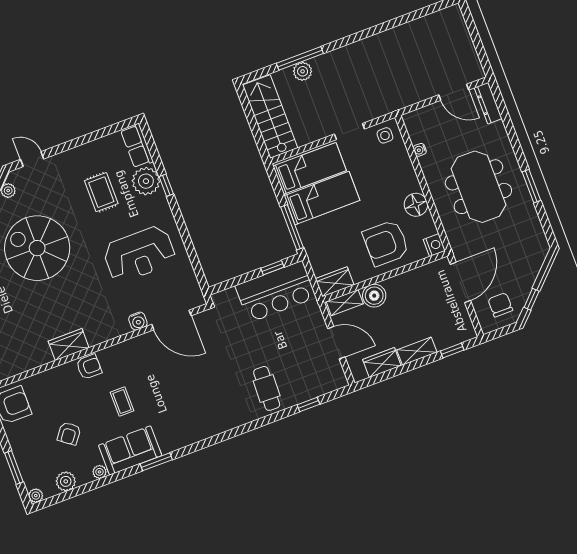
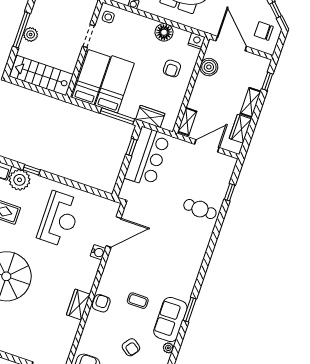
armchair: (386, 243) -> (172, 68), width x0.53, depth x0.53
wardrobe: (335, 282) -> (150, 116), moved, turned 90
boiler: (374, 296) -> (209, 67), moved

